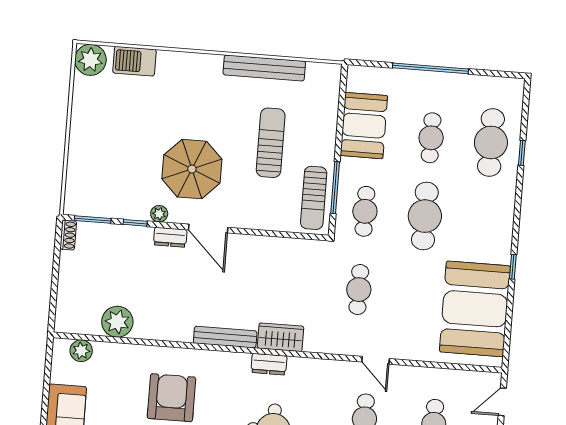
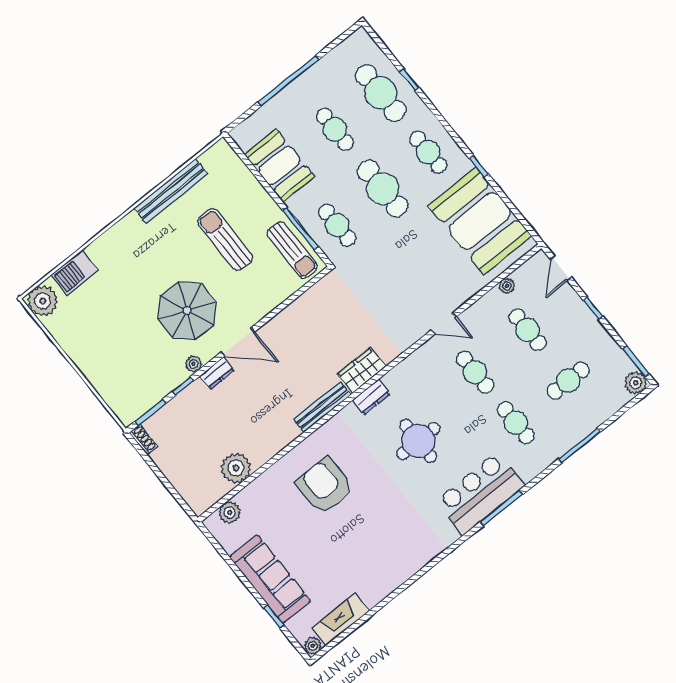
cafe table: (359, 290) -> (428, 152), moved
plant: (449, 377) -> (507, 286), added

